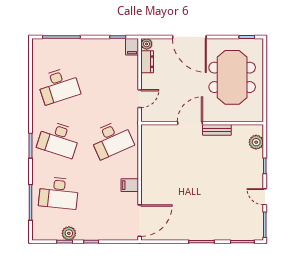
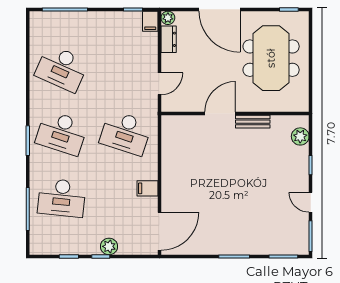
desk: (59, 86) -> (62, 68), turned 42
desk: (112, 139) -> (126, 133), turned 42
plant: (69, 233) -> (109, 246), moved

